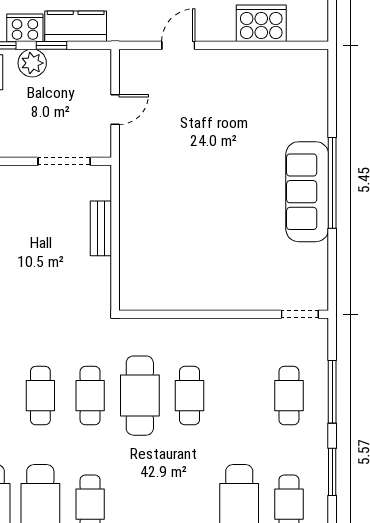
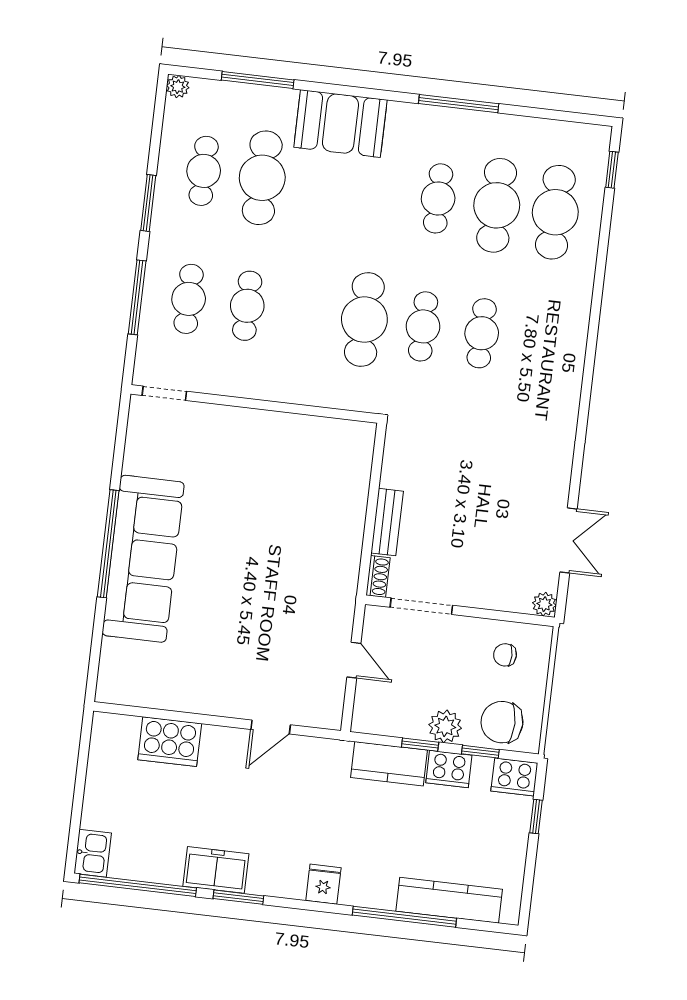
door: (115, 110) -> (354, 660), swing flipped
shoe rack: (103, 182) -> (378, 576), added
sofa: (307, 192) -> (143, 559), width x1.36, depth x1.27
cafe table: (190, 396) -> (247, 306), moved

